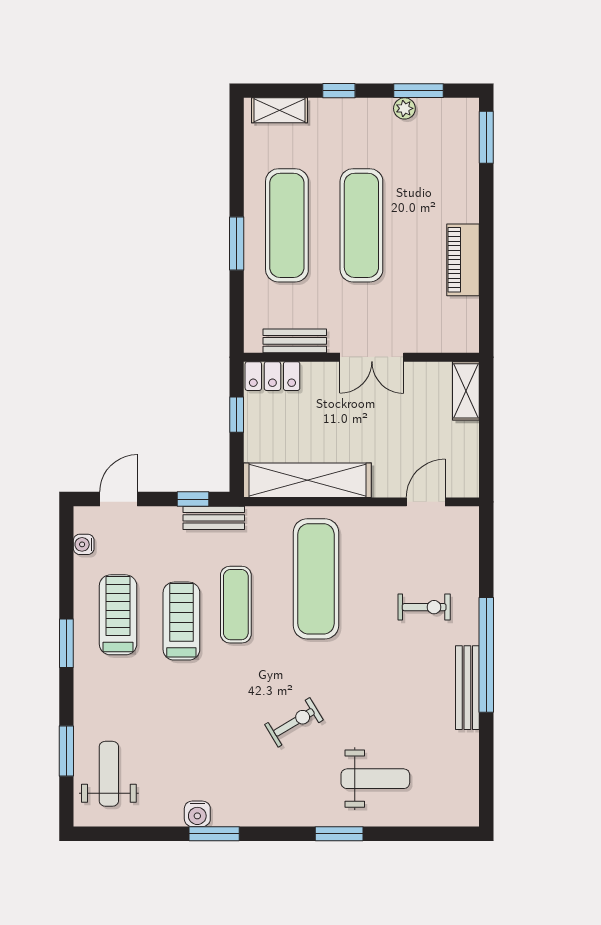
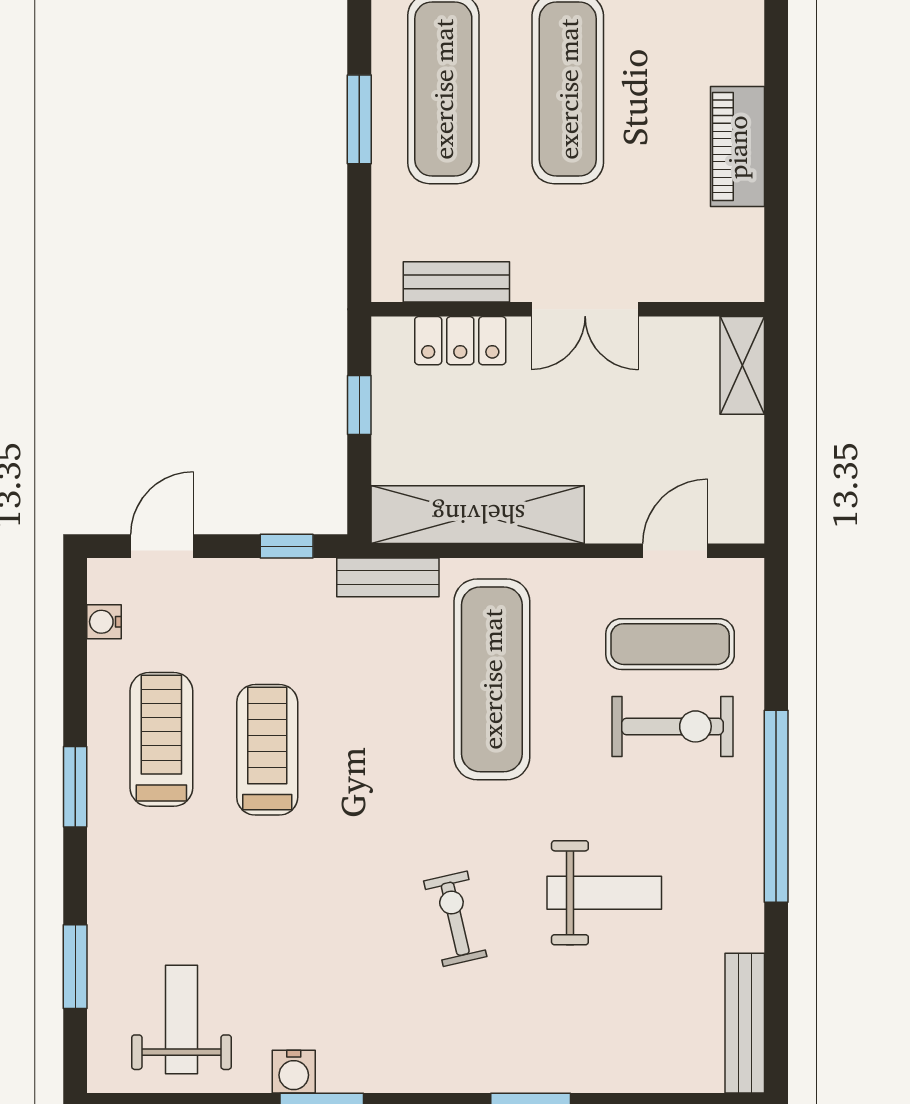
locker: (272, 376) -> (460, 341), moved
bench: (214, 518) -> (388, 577), moved
exercise mat: (236, 605) -> (670, 644), moved, turned 90
exercise bike: (424, 607) -> (673, 726), width x1.38, depth x1.39
bench: (467, 688) -> (745, 1023), moved
exercise bike: (294, 722) -> (455, 919), turned -72
weight bench: (109, 774) -> (181, 1020), moved
weight bench: (375, 779) -> (604, 893), moved

